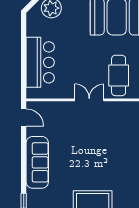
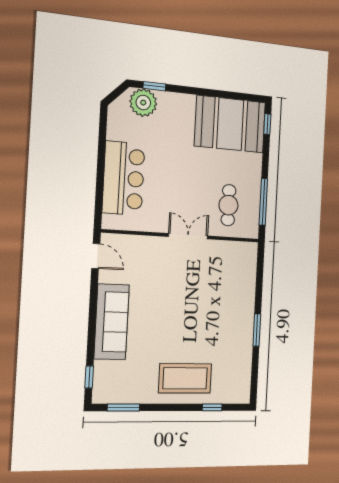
cafe table: (119, 75) -> (228, 205), width x0.73, depth x0.74

